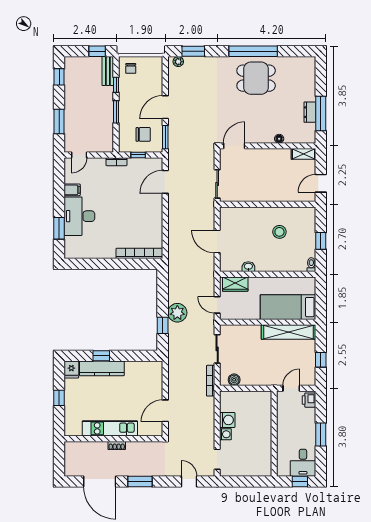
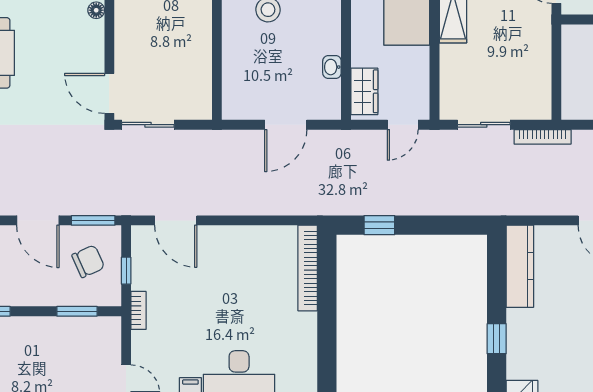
window: (116, 112) -> (77, 311), moved
chair: (143, 134) -> (88, 261), turned 66
sliding door: (217, 184) -> (148, 125), moved
plant: (177, 313) -> (417, 198), removed
window: (163, 325) -> (379, 225), moved
kitchen counter: (102, 368) -> (520, 266), moved
boiler: (234, 380) -> (541, 93), removed

